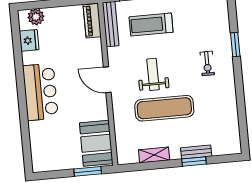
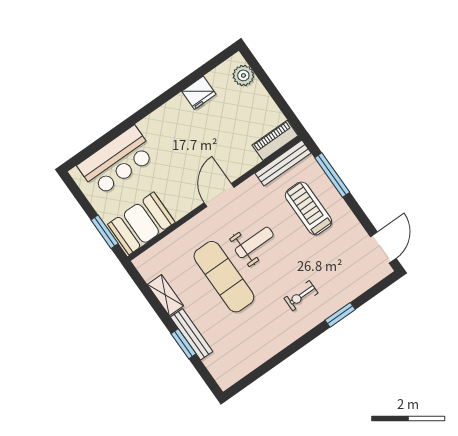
fridge: (29, 40) -> (199, 93), moved
bar counter: (40, 92) -> (117, 161), moved
bench: (196, 152) -> (191, 334), width x1.36

